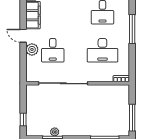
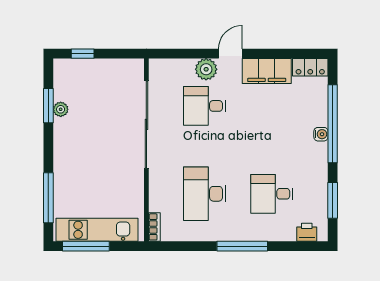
kitchen unit: (123, 111) -> (97, 230), added

